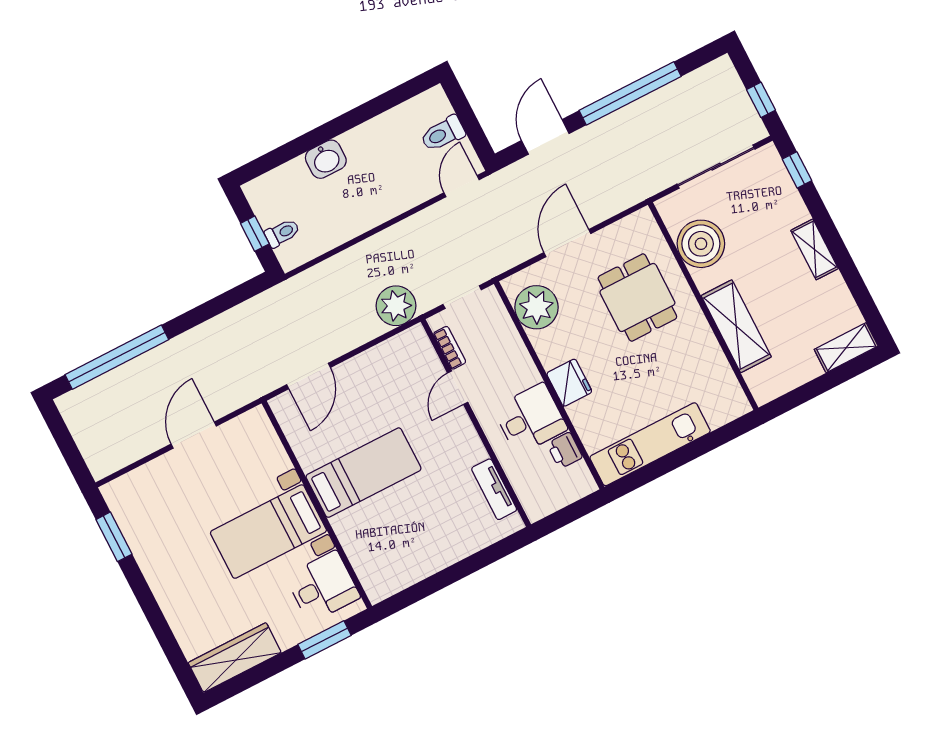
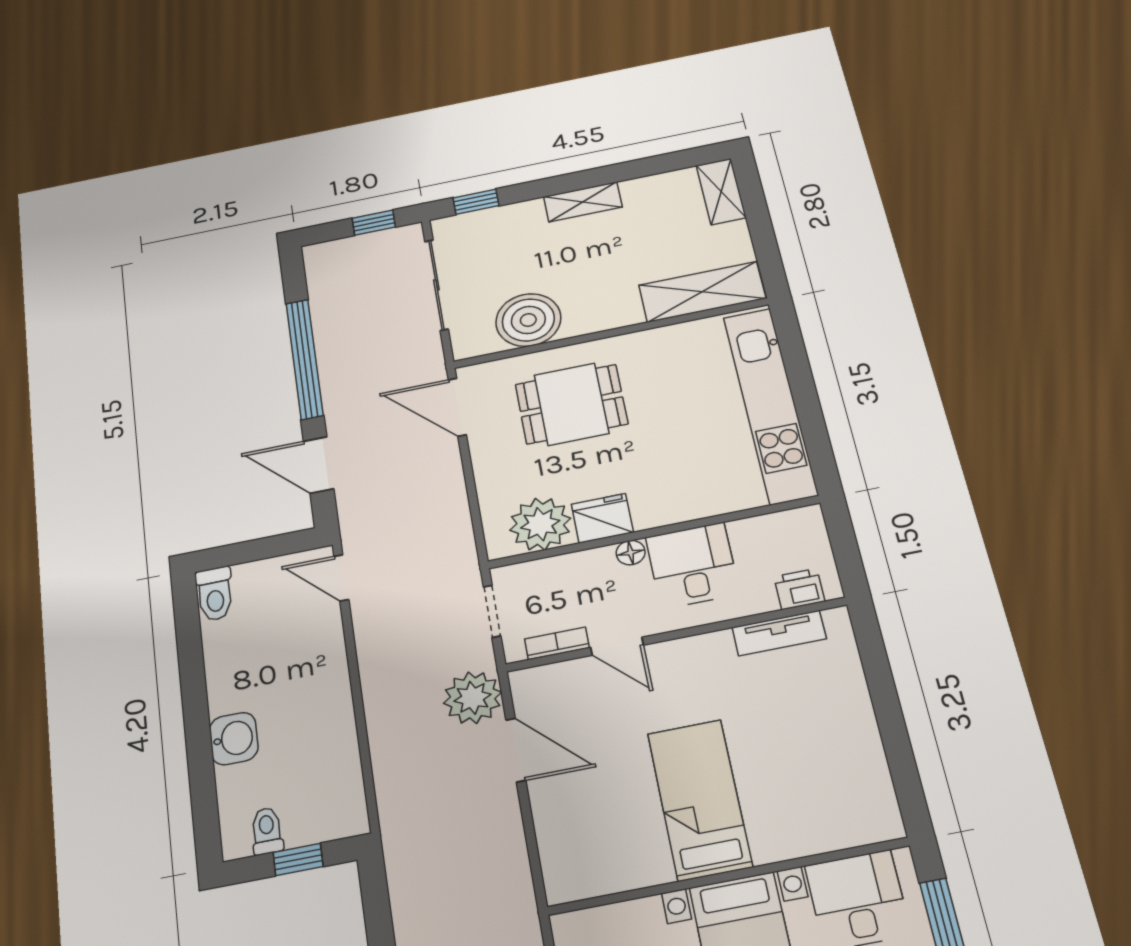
toilet: (443, 134) -> (215, 594), moved
toilet: (282, 233) -> (267, 831), moved
door: (567, 243) -> (457, 407), moved
shelving: (736, 326) -> (702, 292), moved
floor lamp: (530, 375) -> (631, 553), added
door: (308, 376) -> (516, 750), moved
fridge: (569, 383) -> (602, 518), moved
kitchen unit: (650, 444) -> (770, 405), width x1.36
printer: (565, 451) -> (799, 589), moved, turned 180

